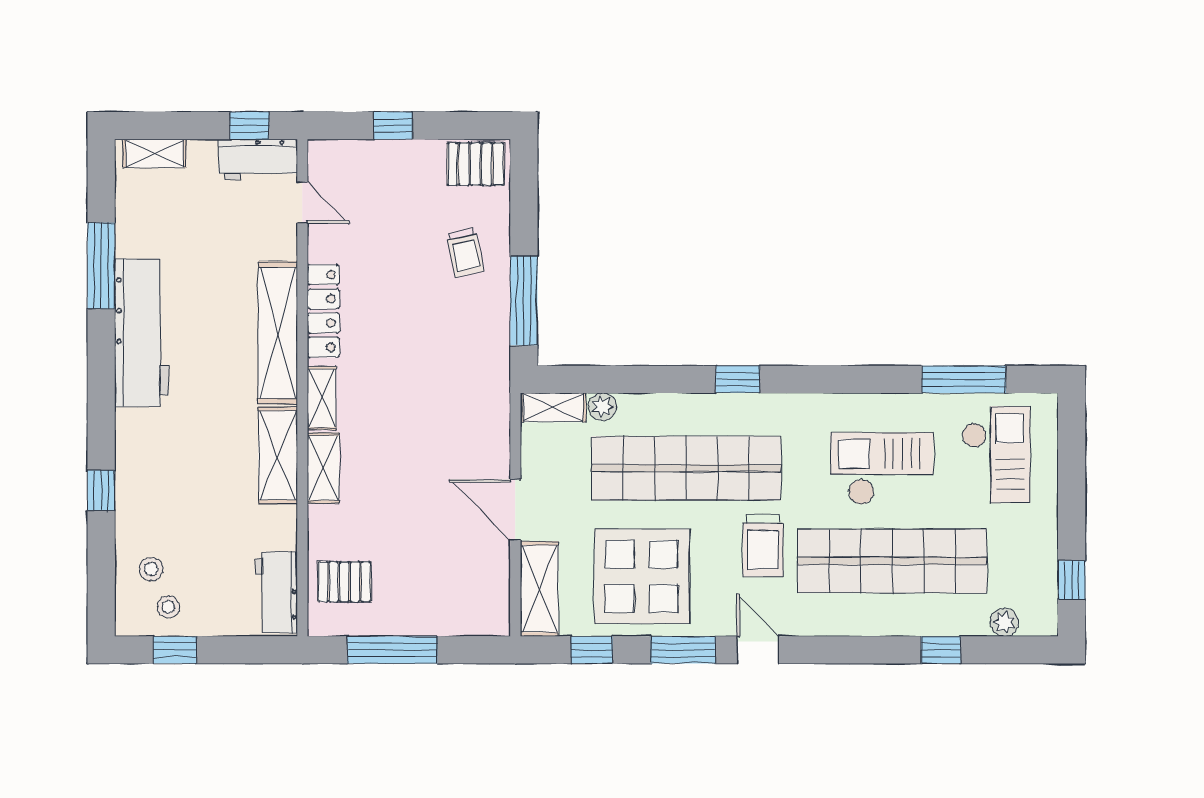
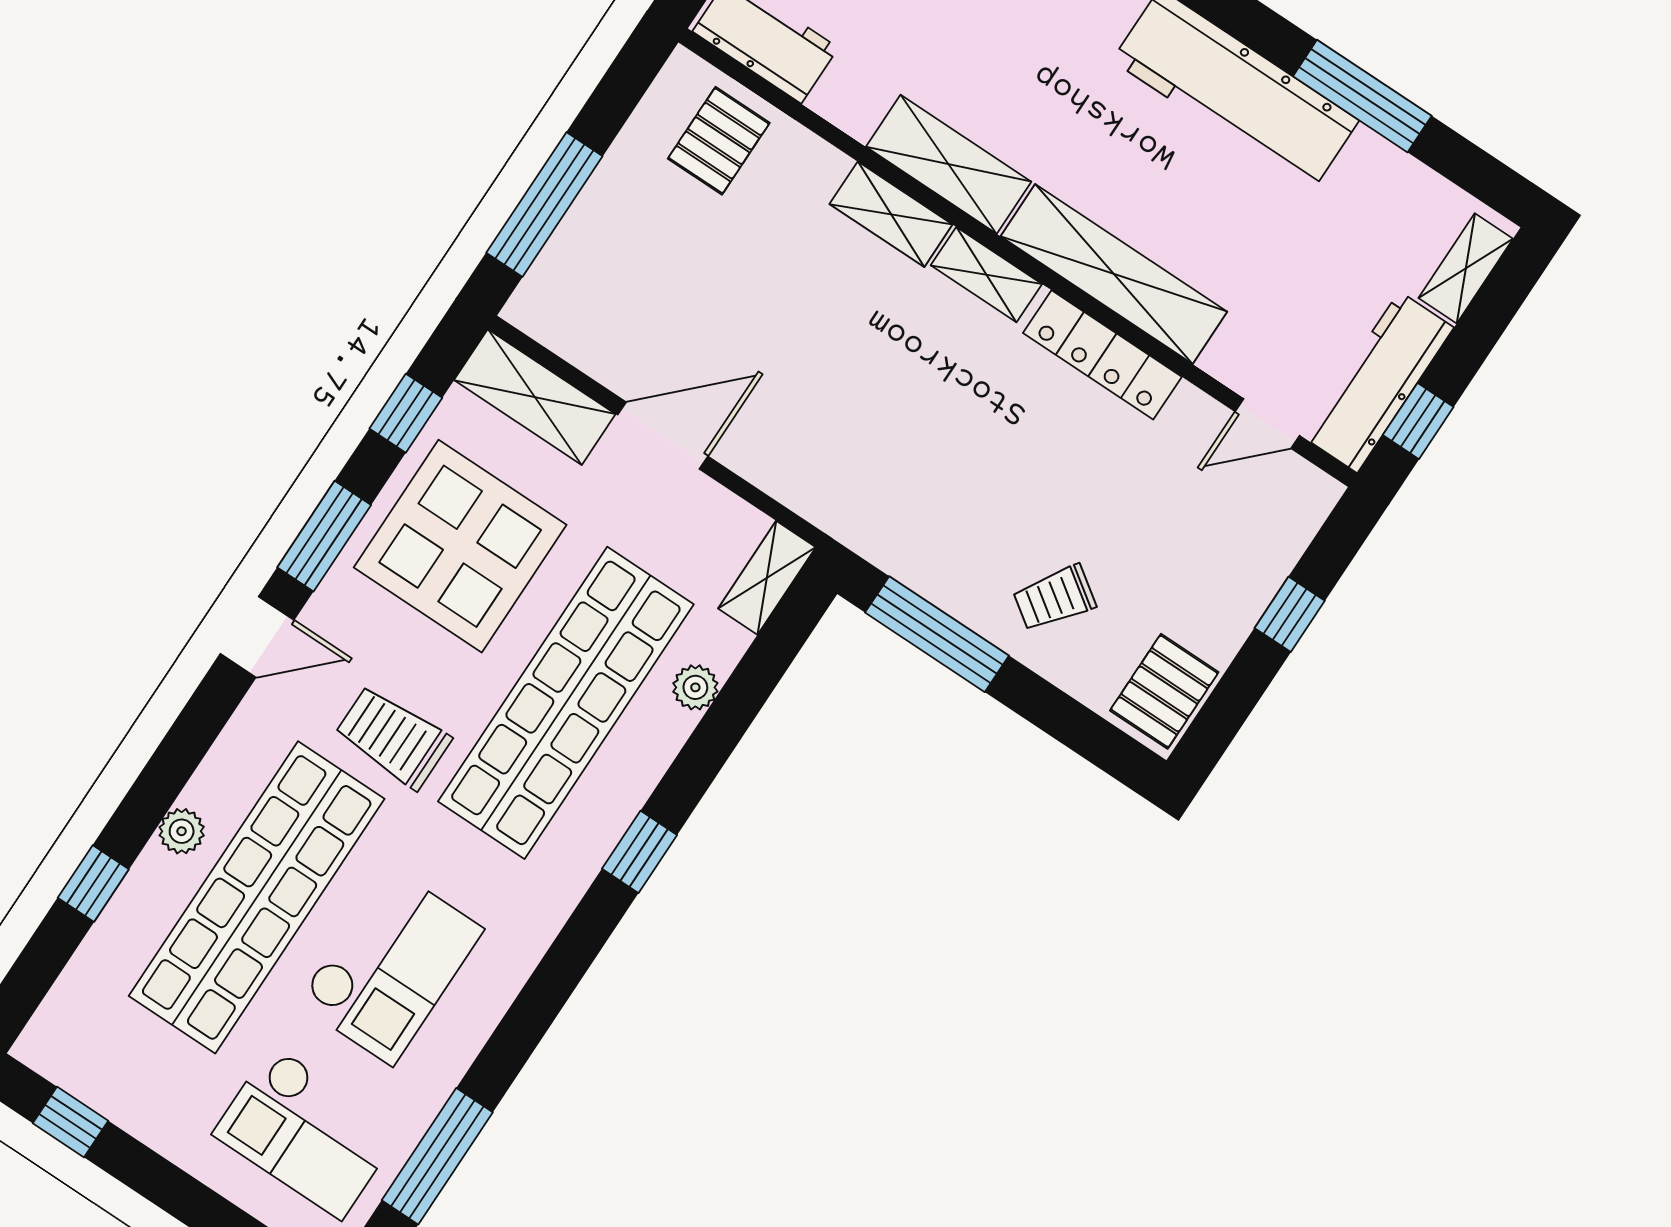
workbench: (258, 160) -> (1378, 382), width x1.38
trolley: (465, 252) -> (1054, 598), turned -43
plant: (602, 407) -> (695, 687), moved
plant: (1005, 622) -> (182, 831), moved
window: (392, 650) -> (544, 204), moved

